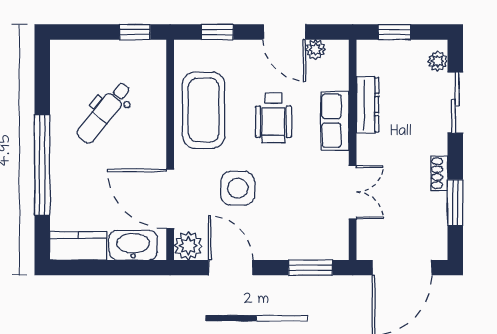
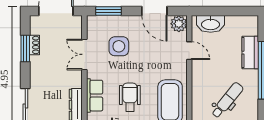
shoe rack: (439, 173) -> (35, 45), moved
side table: (238, 188) -> (119, 46), moved
door: (170, 199) -> (189, 51), width x0.53
kitchen counter: (78, 246) -> (250, 53), moved, turned 90

